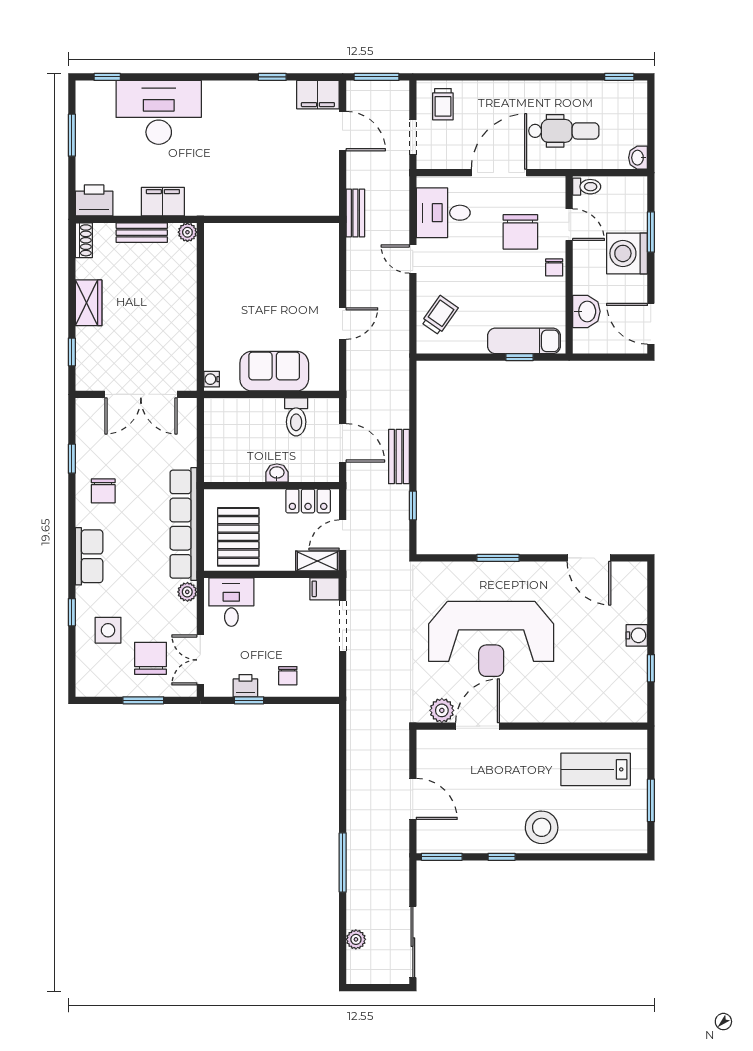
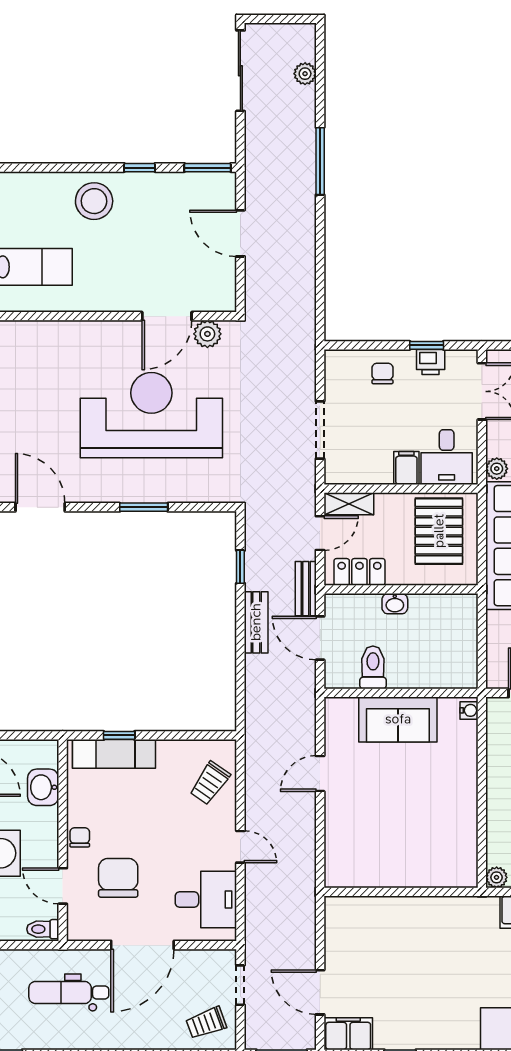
trolley: (443, 104) -> (206, 1023), turned -110
bench: (355, 213) -> (306, 589), moved
filing cabinet: (325, 589) -> (406, 468), moved, turned -90

